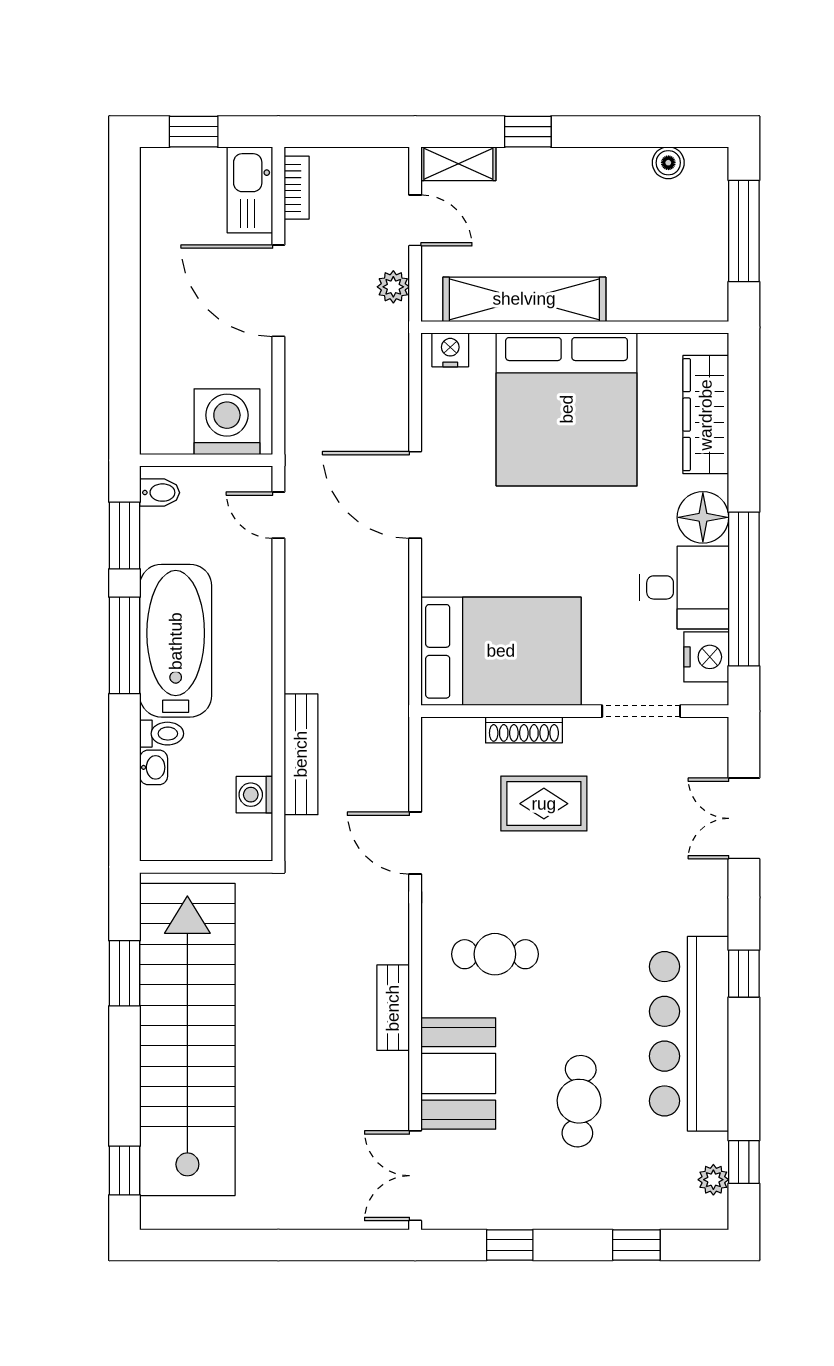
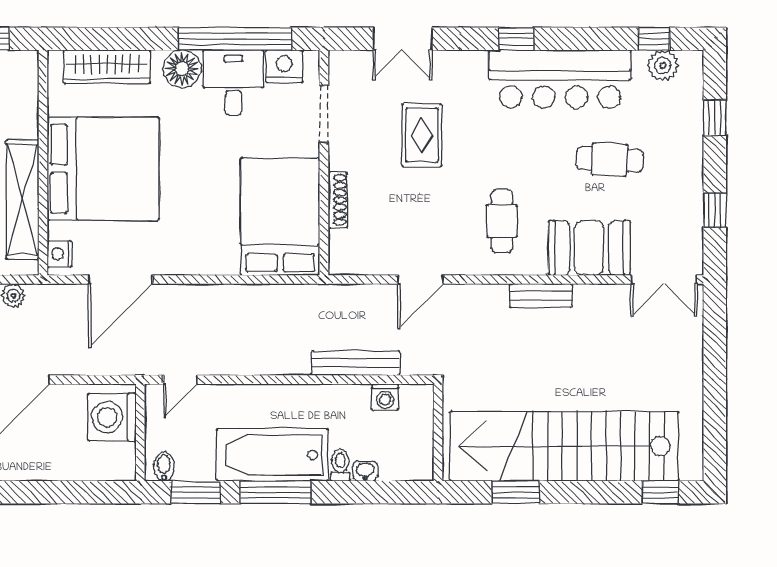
door: (415, 495) -> (121, 279), moved
rug: (544, 804) -> (422, 135), moved
plant: (713, 1180) -> (663, 65), width x1.38, depth x1.38

